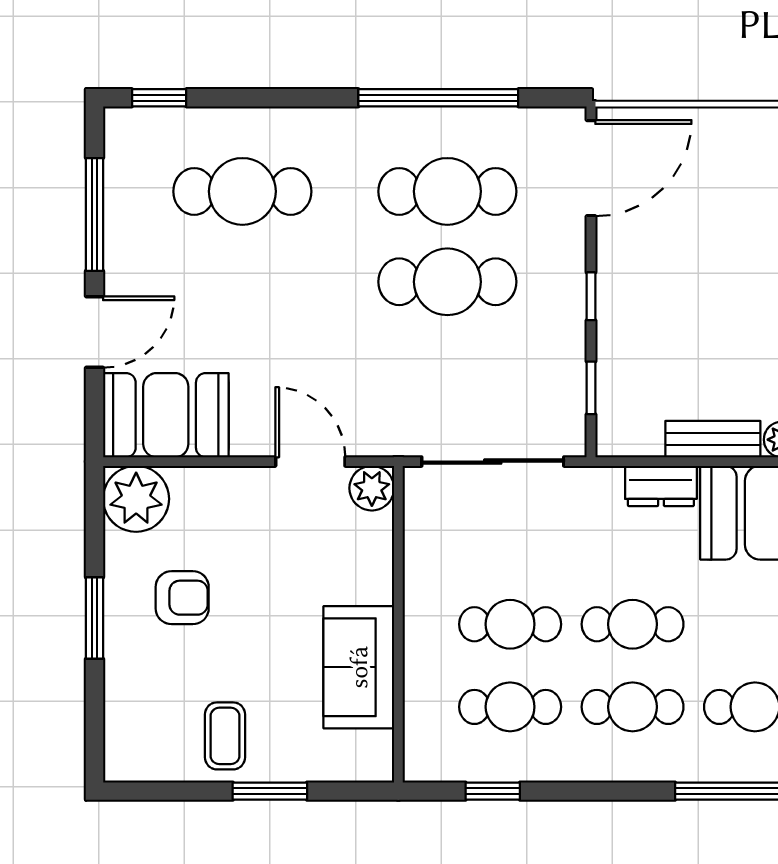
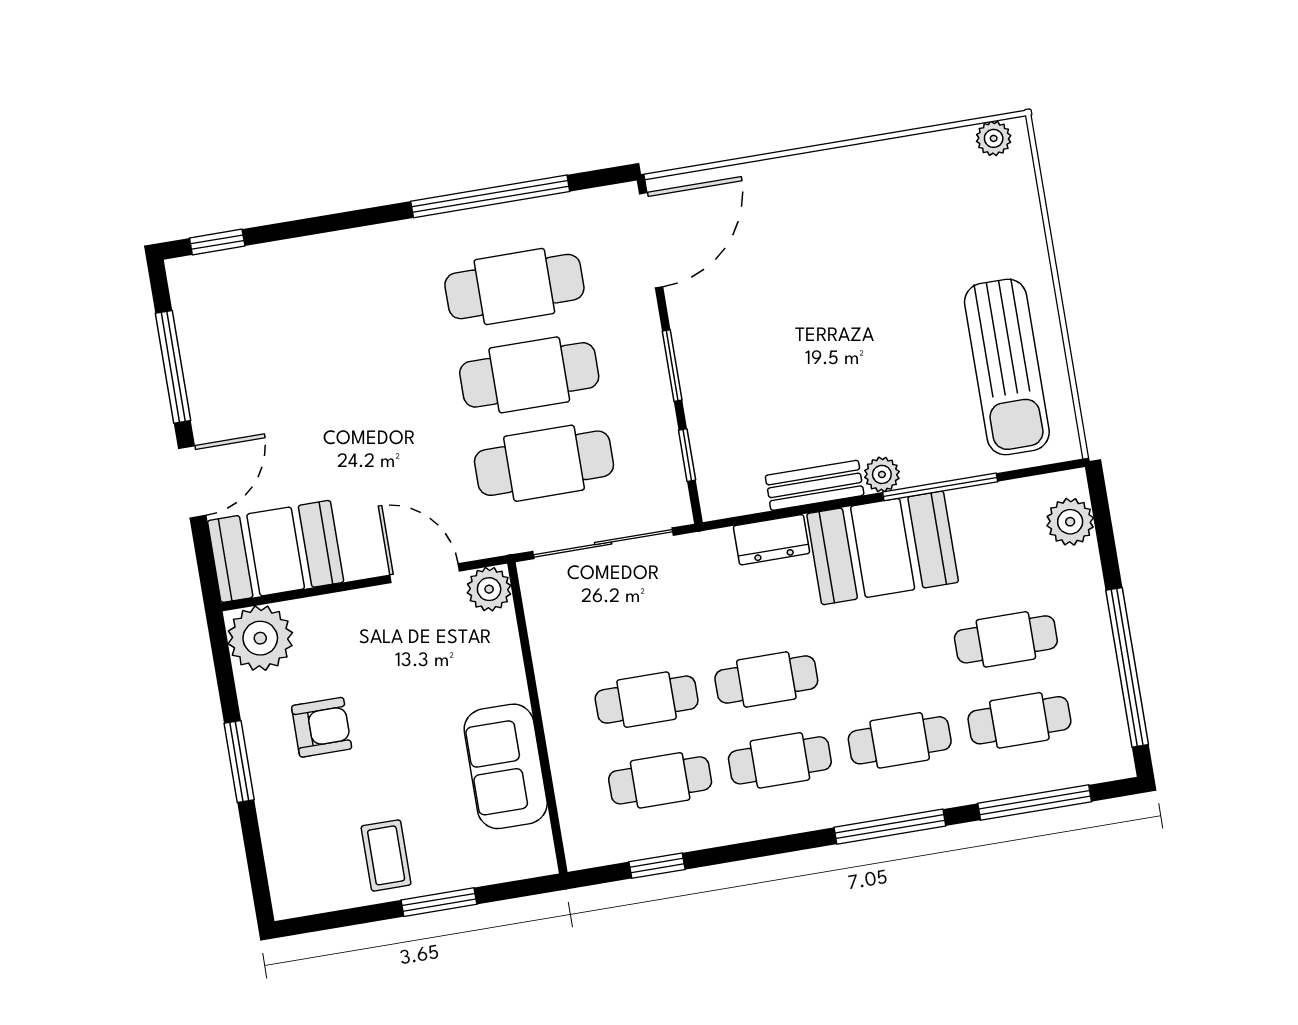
cafe table: (242, 191) -> (544, 463), moved
window: (591, 296) -> (672, 366), width x1.50

